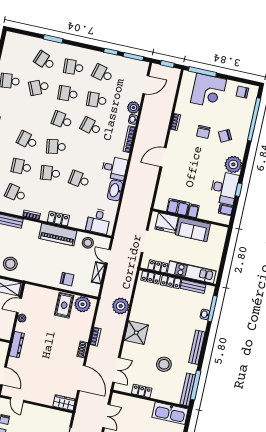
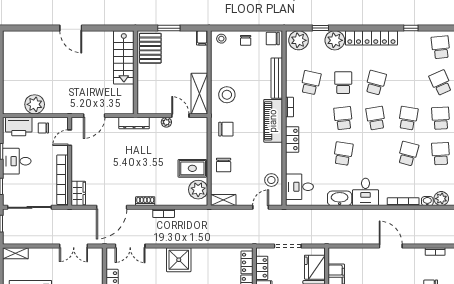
piano: (58, 235) -> (273, 121), moved
chair: (38, 271) -> (226, 129), added
shelving: (98, 273) -> (223, 200), moved
plant: (121, 306) -> (206, 235), removed
bookcase: (50, 413) -> (62, 180), added

